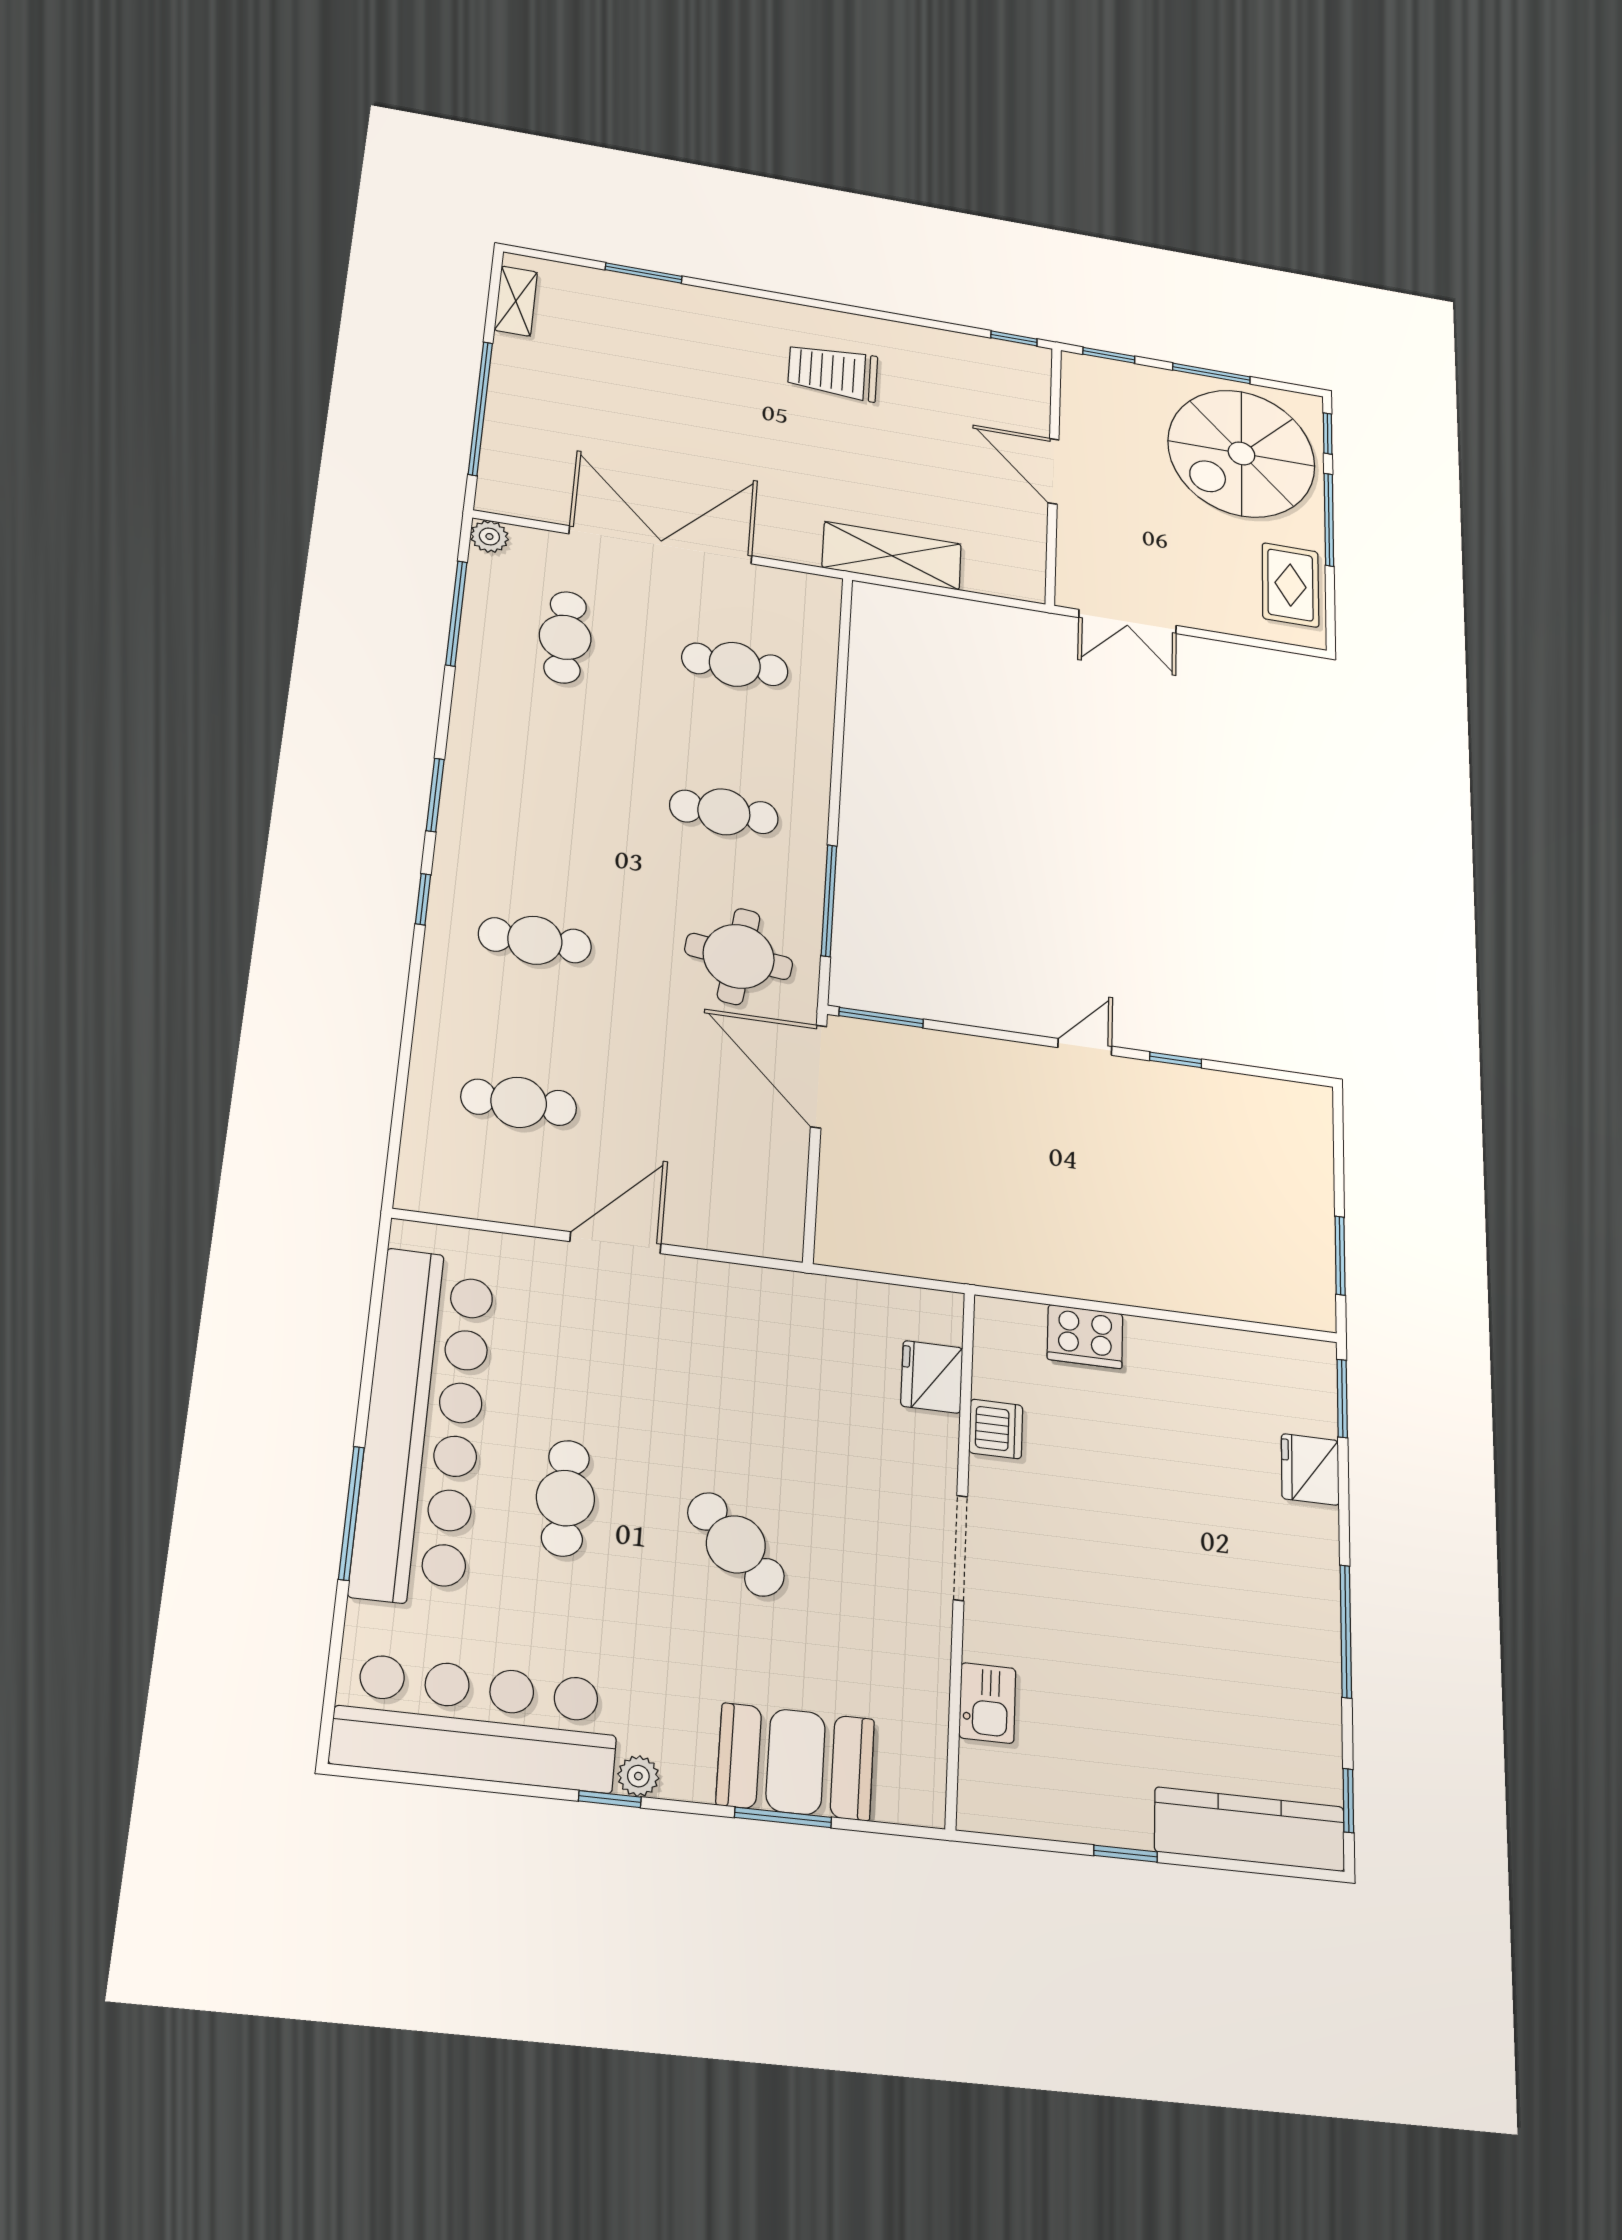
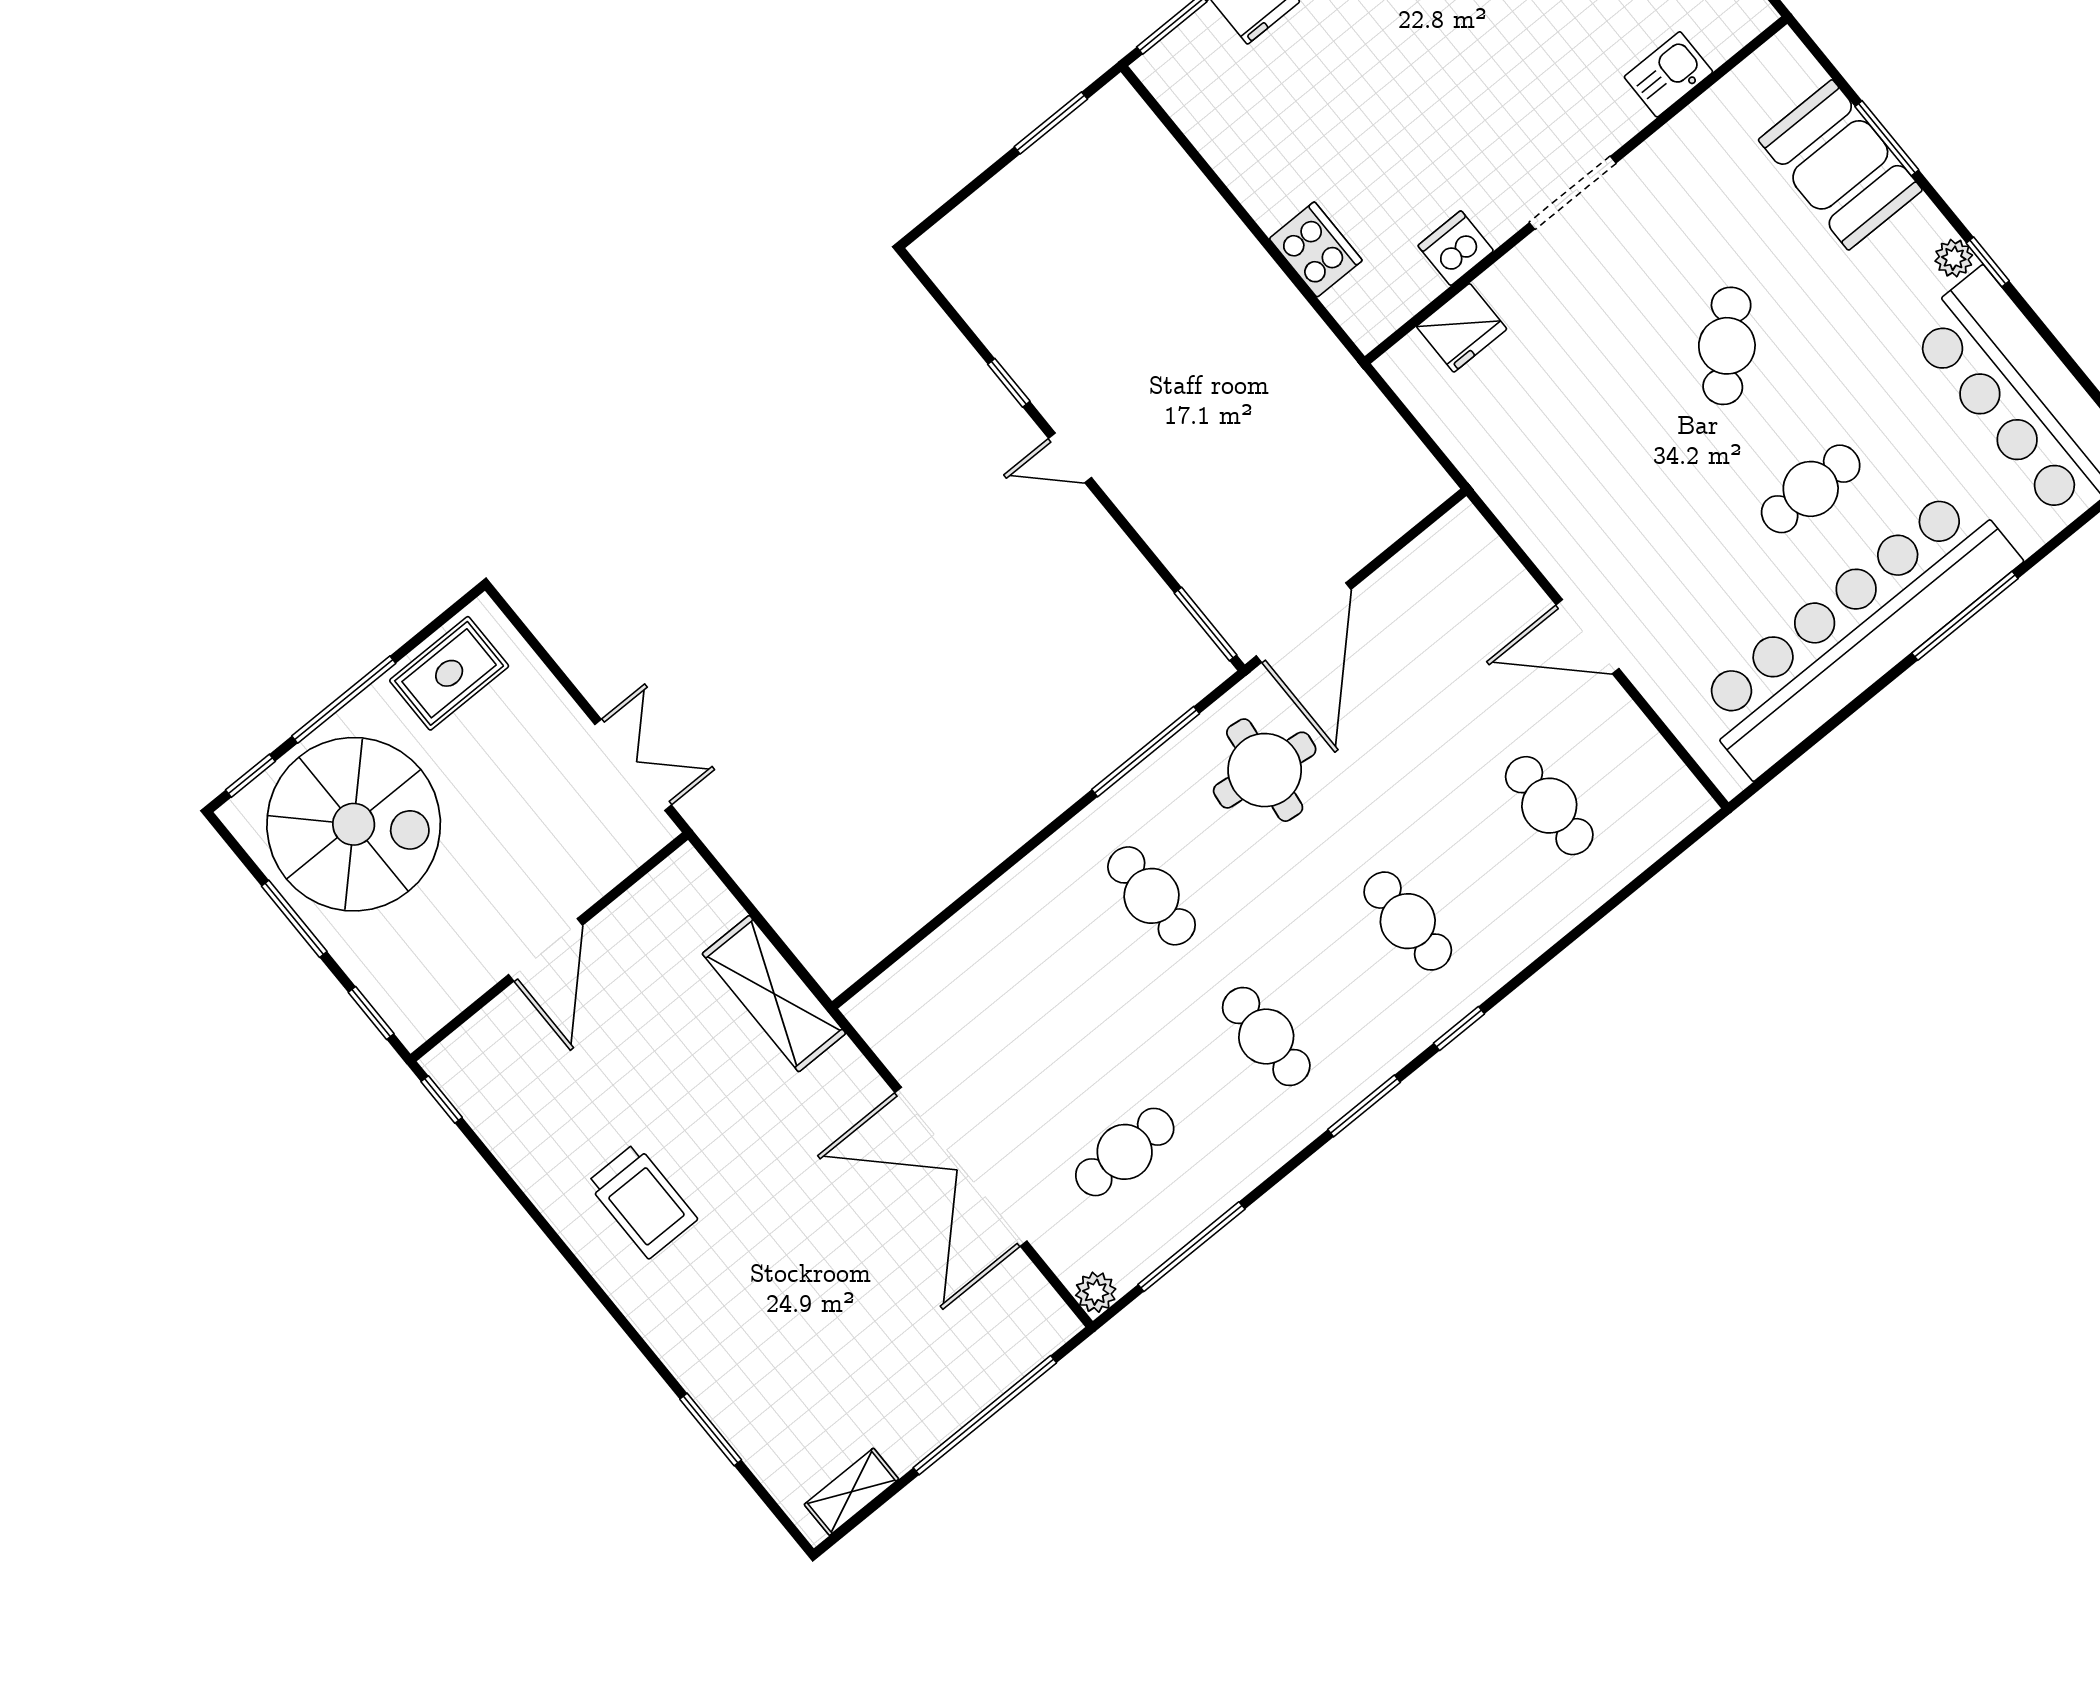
cafe table: (735, 664) -> (1266, 1036), moved

